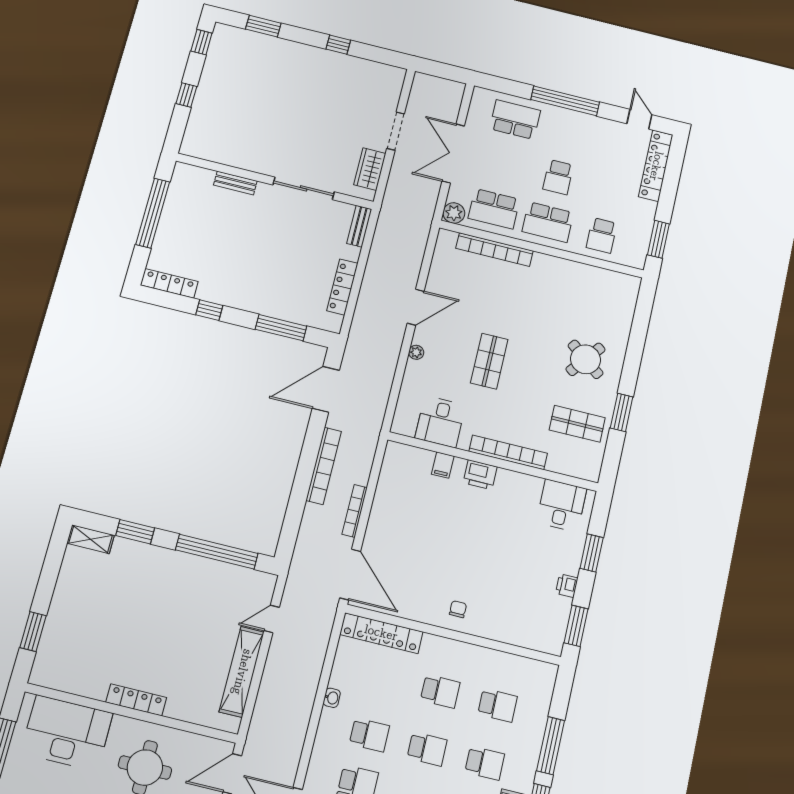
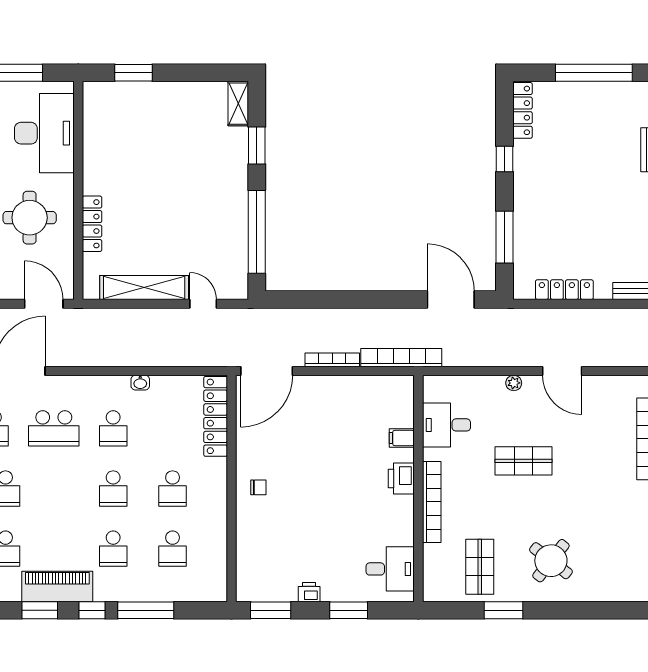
bookcase: (324, 466) -> (401, 358), moved, turned 180
locker: (136, 700) -> (92, 224), moved

